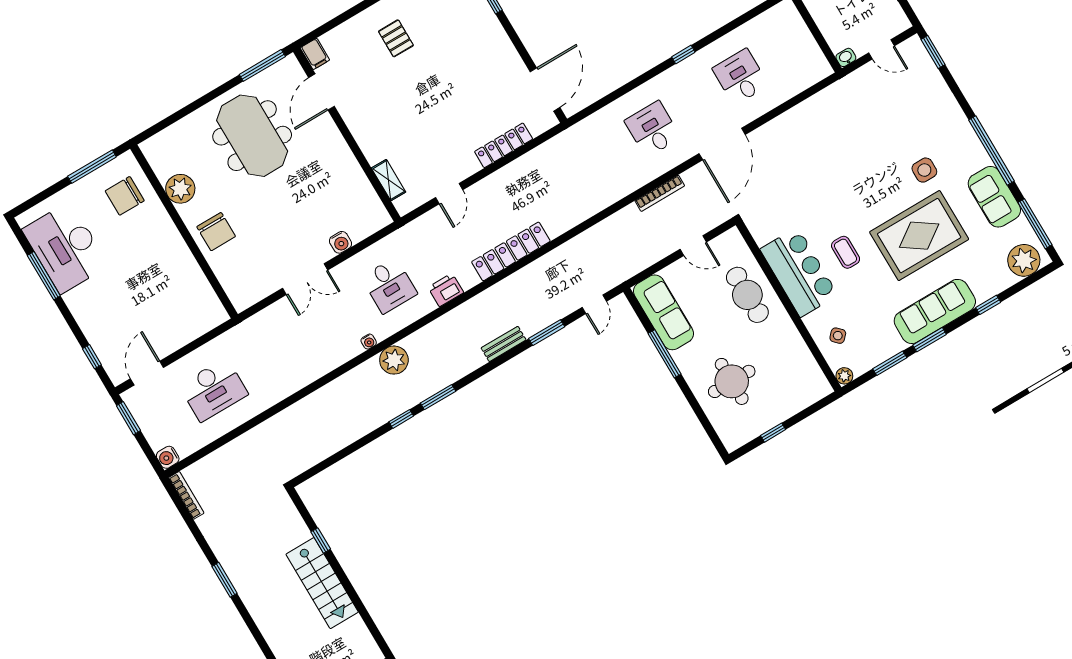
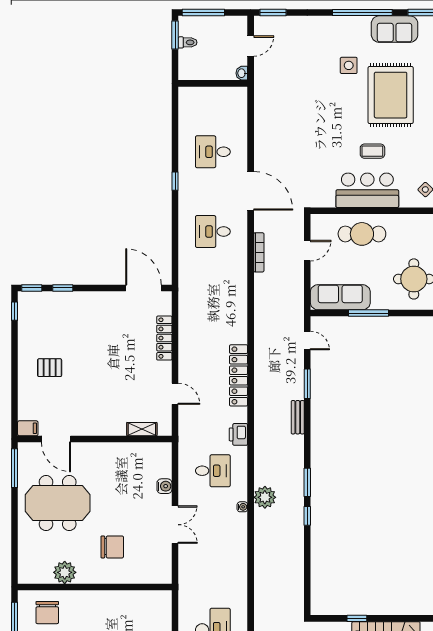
chair: (216, 232) -> (112, 547), moved

